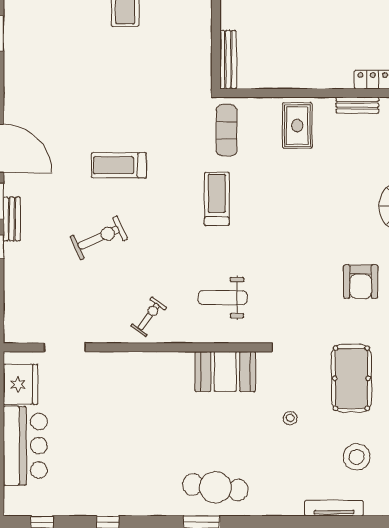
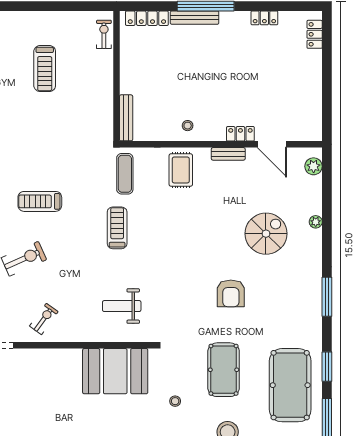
stool: (306, 69) -> (188, 126), added
exercise bike: (149, 317) -> (44, 319), moved
booth: (225, 372) -> (115, 371), width x1.36, depth x1.42

